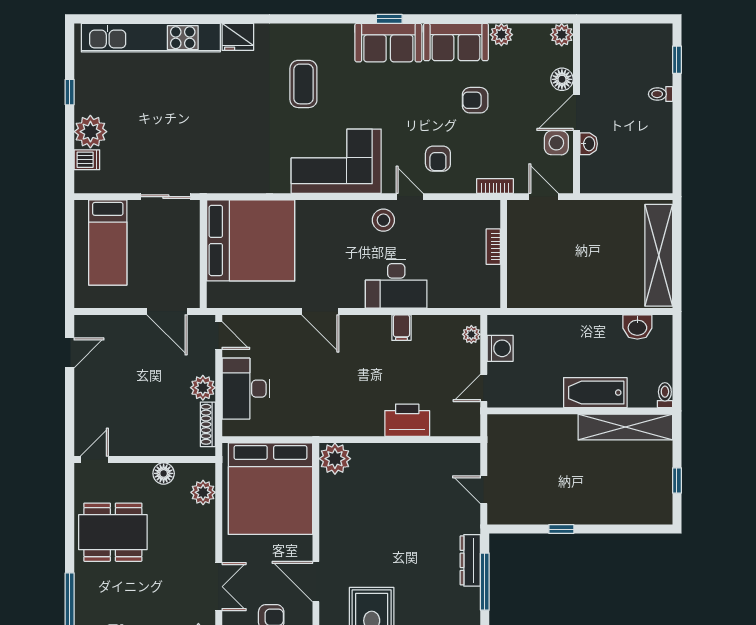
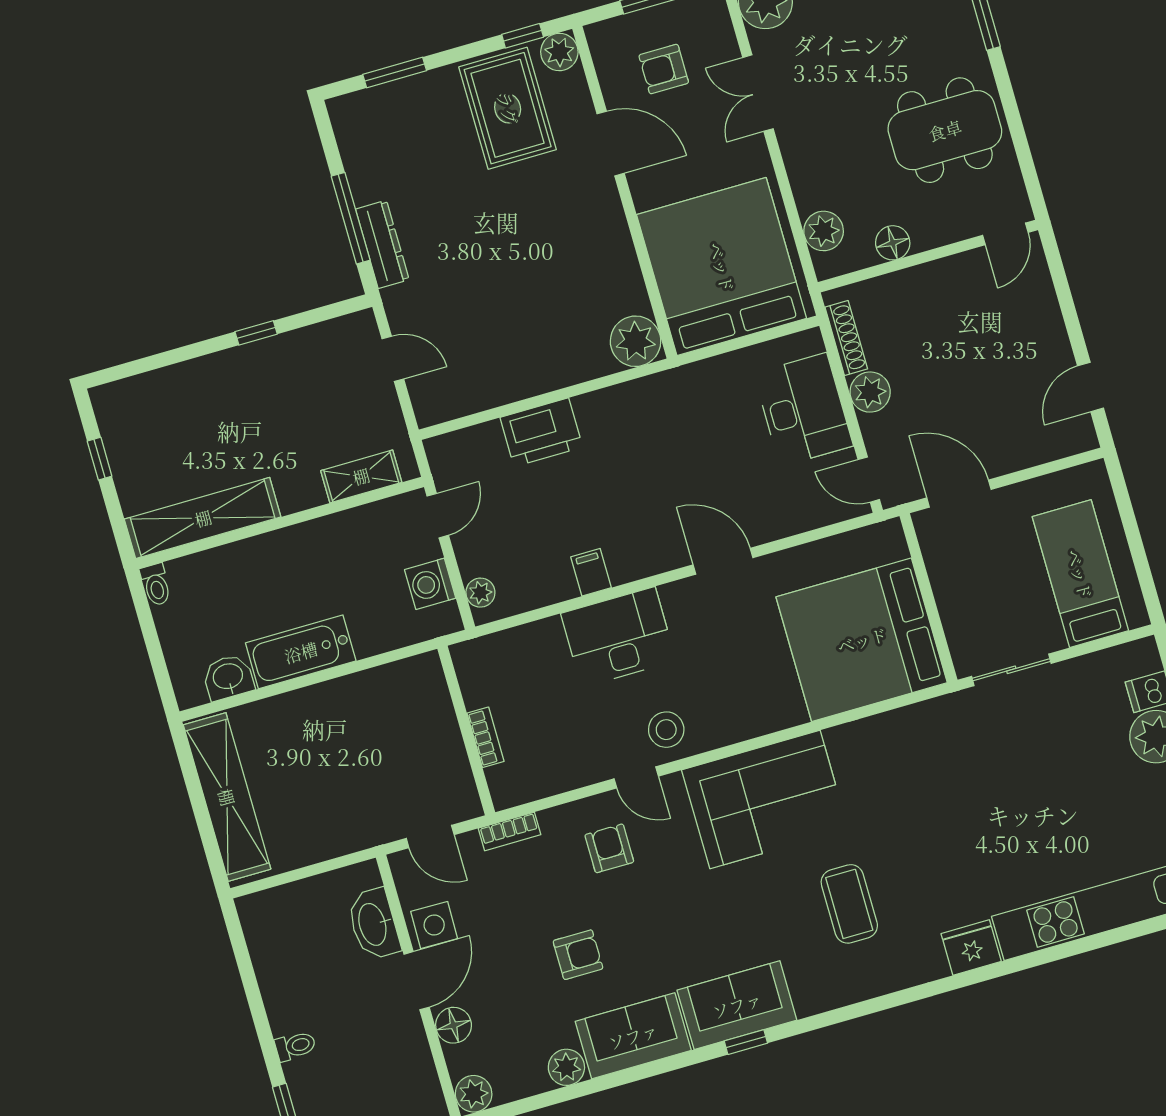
washbasin: (589, 144) -> (374, 924), width x1.91, depth x1.45
bathtub: (595, 393) -> (301, 652), moved, turned 180
shelving: (523, 425) -> (361, 476), added

